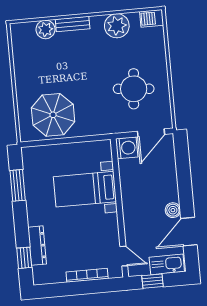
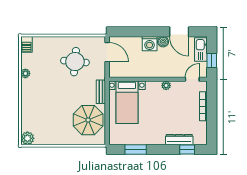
bench: (73, 24) -> (101, 92), moved
plant: (117, 26) -> (25, 73), width x0.53, depth x0.53
plant: (45, 29) -> (27, 138), moved
washing machine: (127, 148) -> (150, 44), moved, turned 180
bed with nightstands: (85, 189) -> (127, 102), moved
plant: (112, 220) -> (166, 85), added

